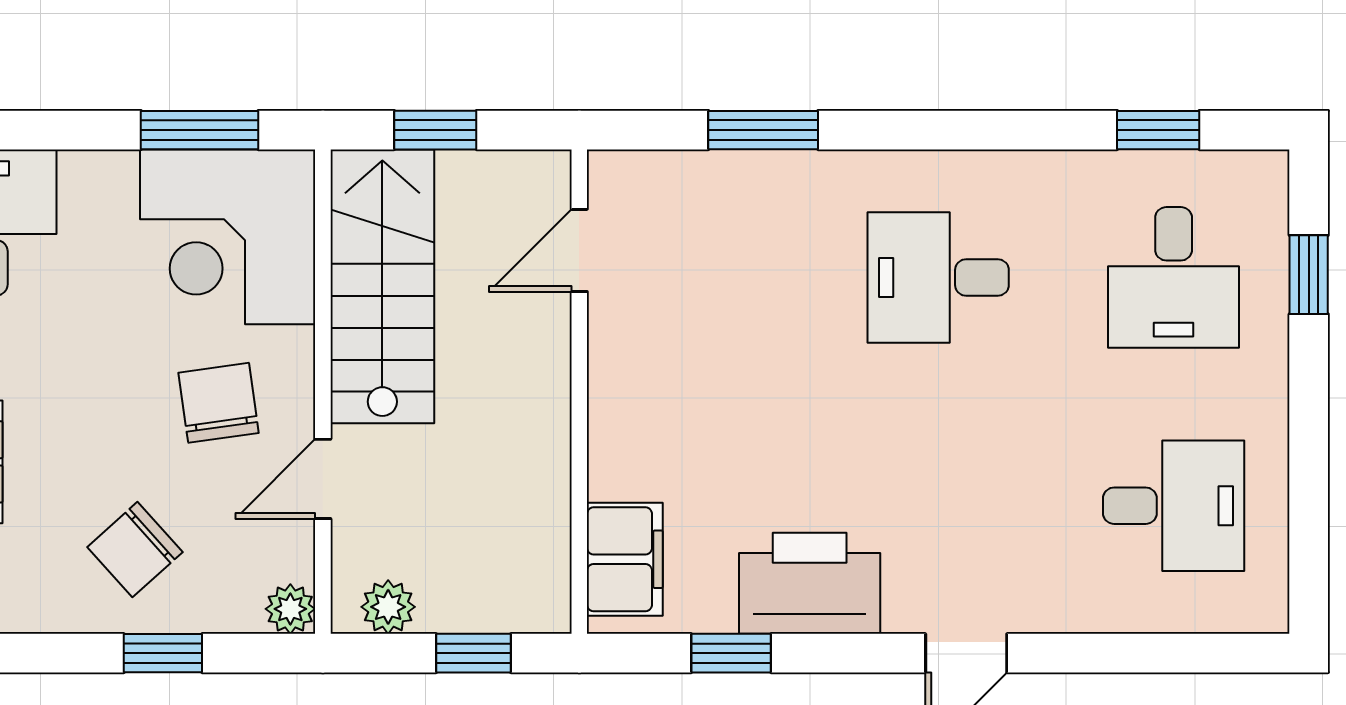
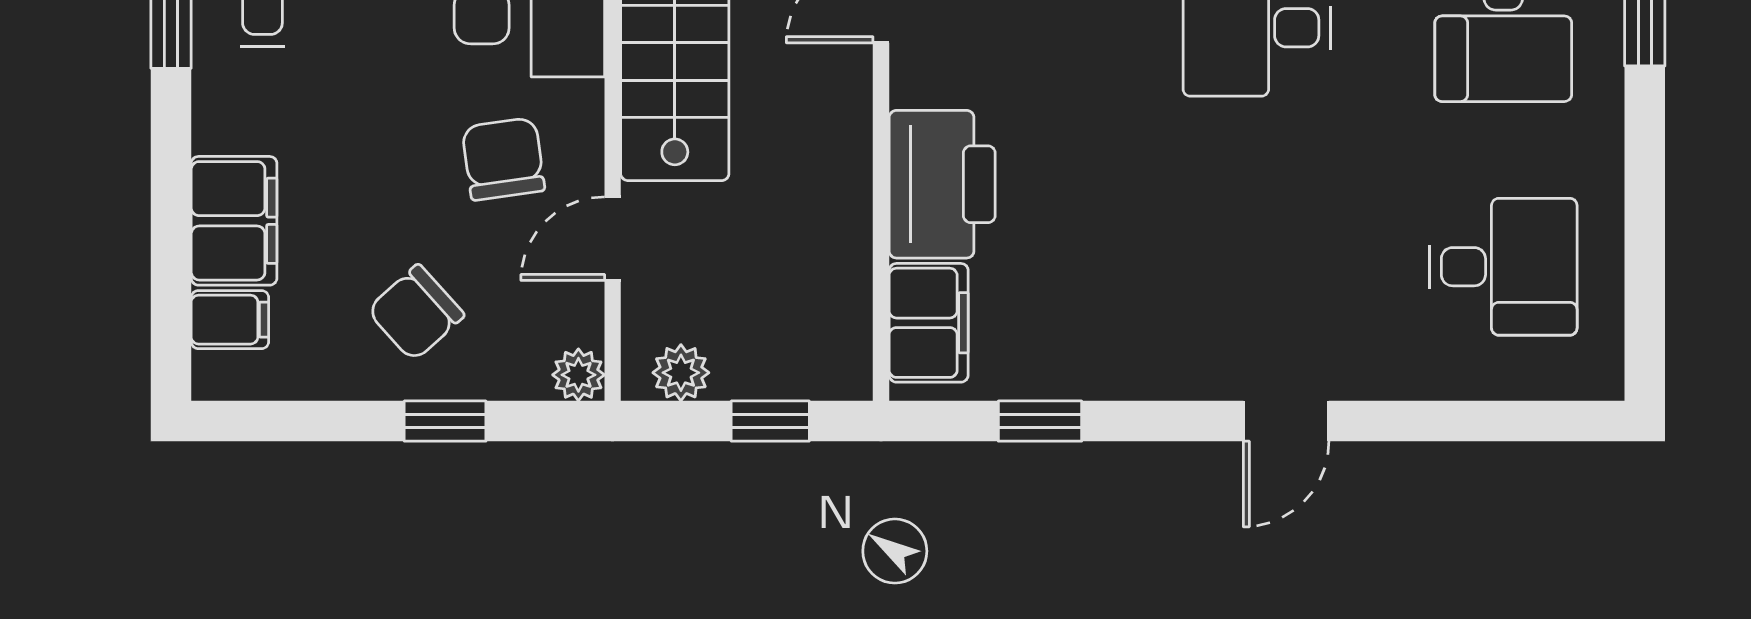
printer: (810, 583) -> (942, 184), moved, turned 90

